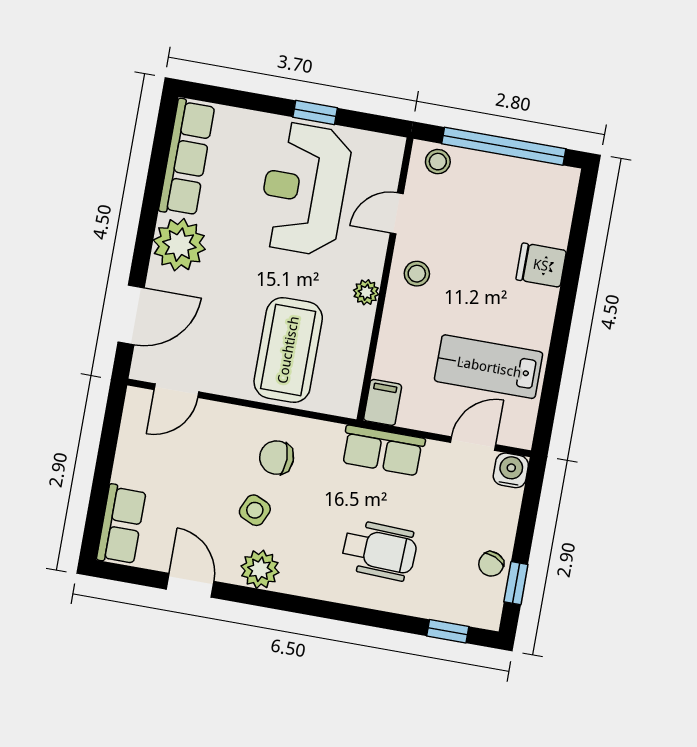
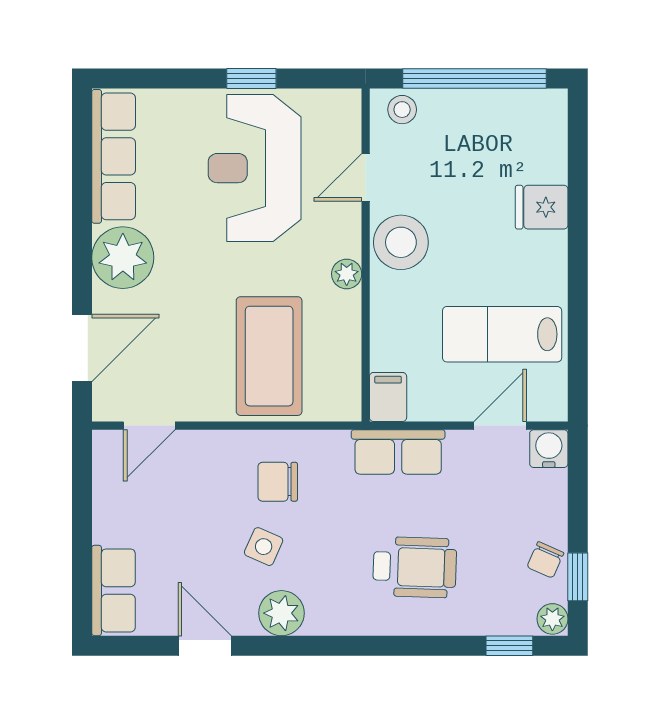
stool: (417, 274) -> (401, 242), width x1.89, depth x1.89
plant: (488, 615) -> (552, 619), added

